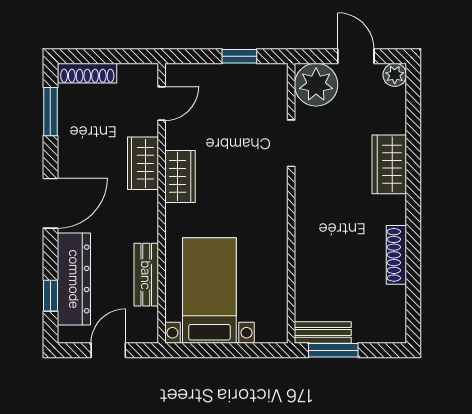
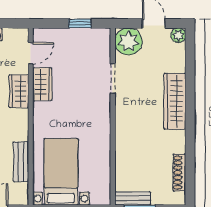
wardrobe: (389, 164) -> (175, 101), width x1.50
wardrobe: (180, 176) -> (42, 84), moved
shoe rack: (396, 255) -> (179, 173), moved

